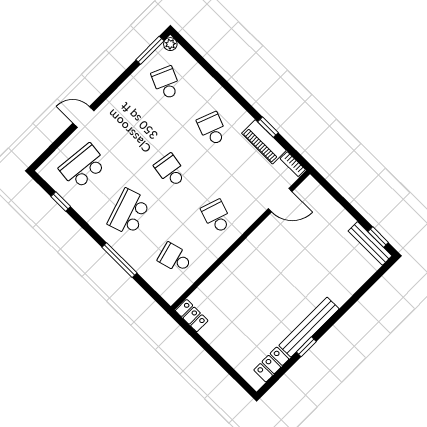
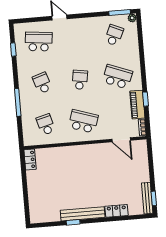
school desk: (212, 129) -> (117, 77), width x1.85
school desk: (129, 212) -> (42, 83), width x0.54
school desk: (217, 216) -> (83, 121), width x1.85
locker: (271, 365) -> (116, 211), moved

